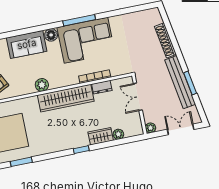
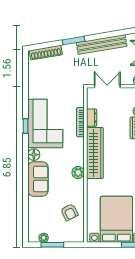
window: (79, 20) -> (26, 126), width x0.46
shoe rack: (165, 40) -> (46, 53), moved
window: (190, 83) -> (73, 41), moved
double door: (138, 97) -> (107, 86), swing flipped

